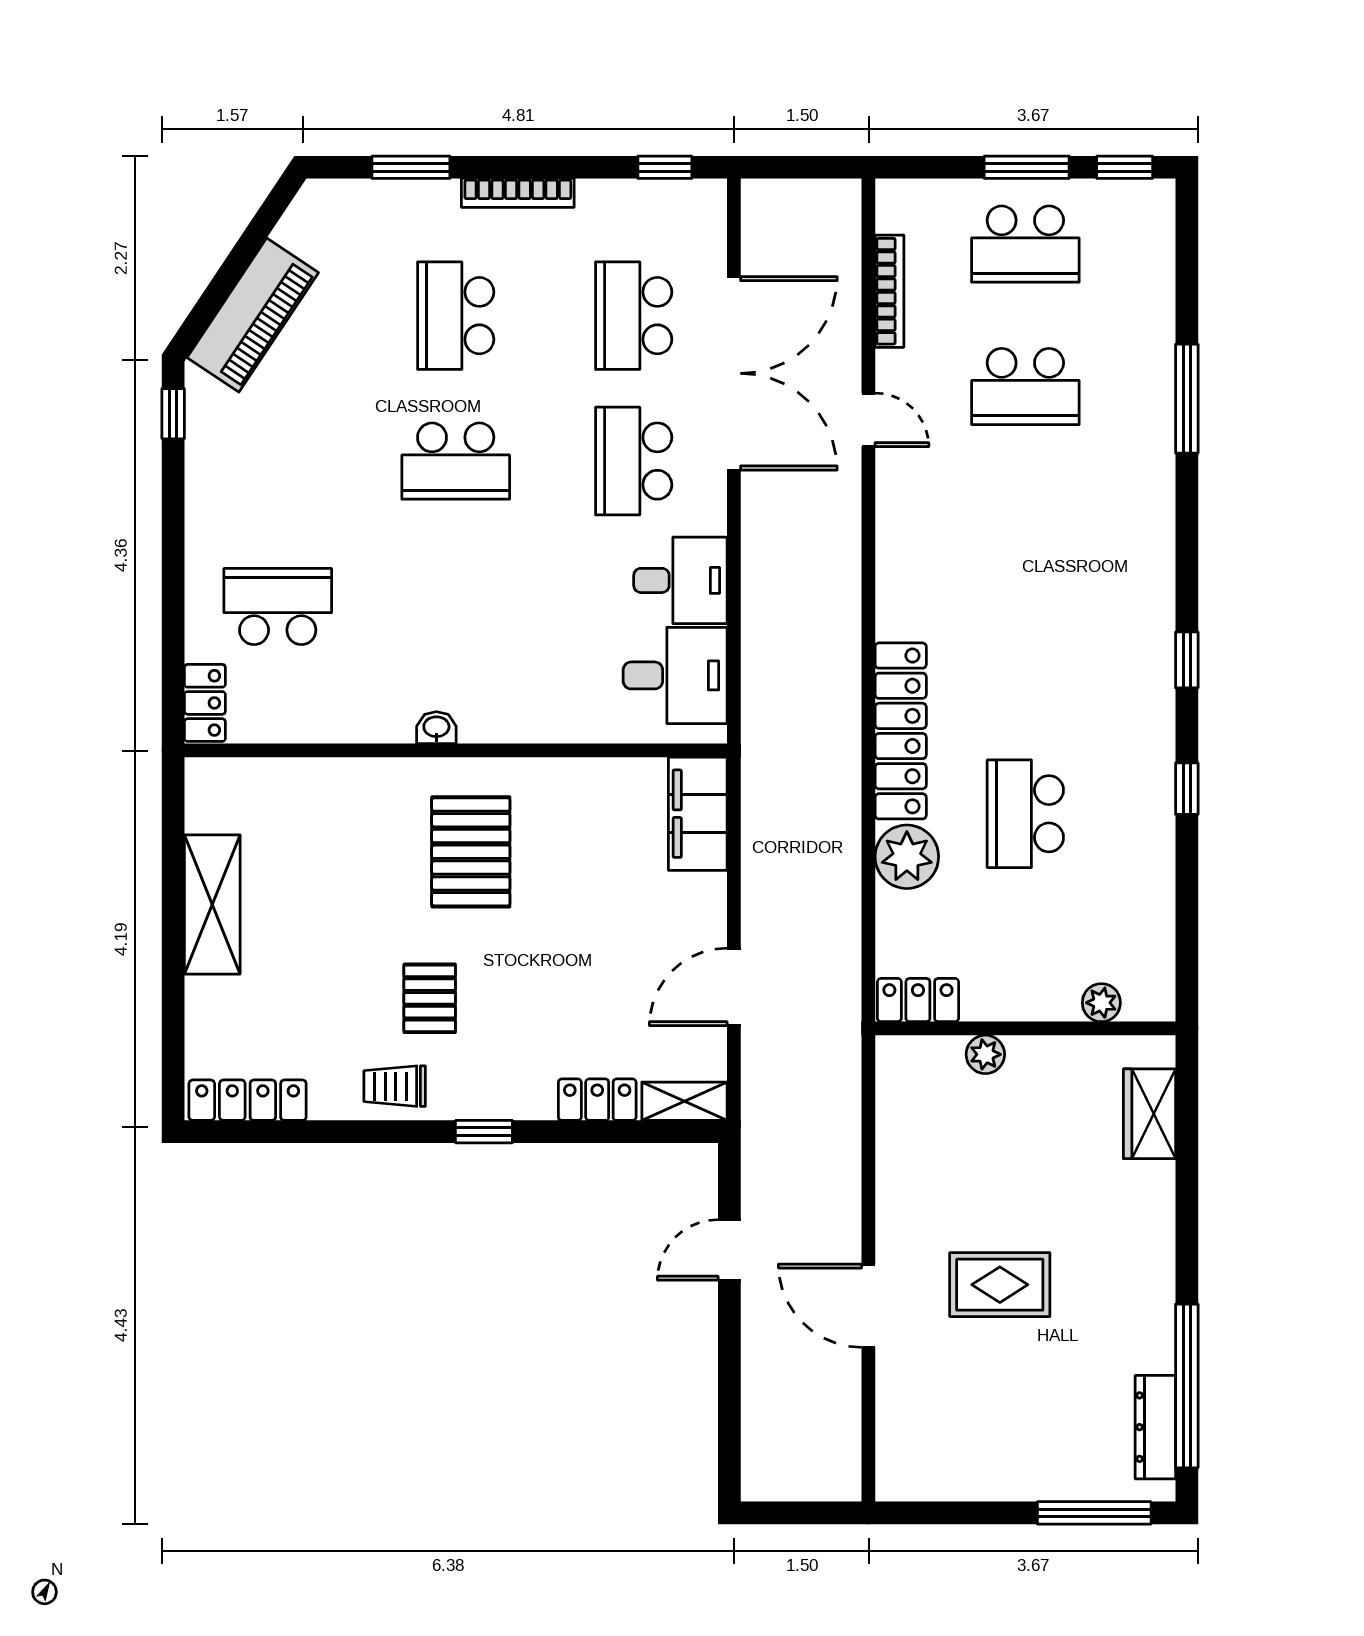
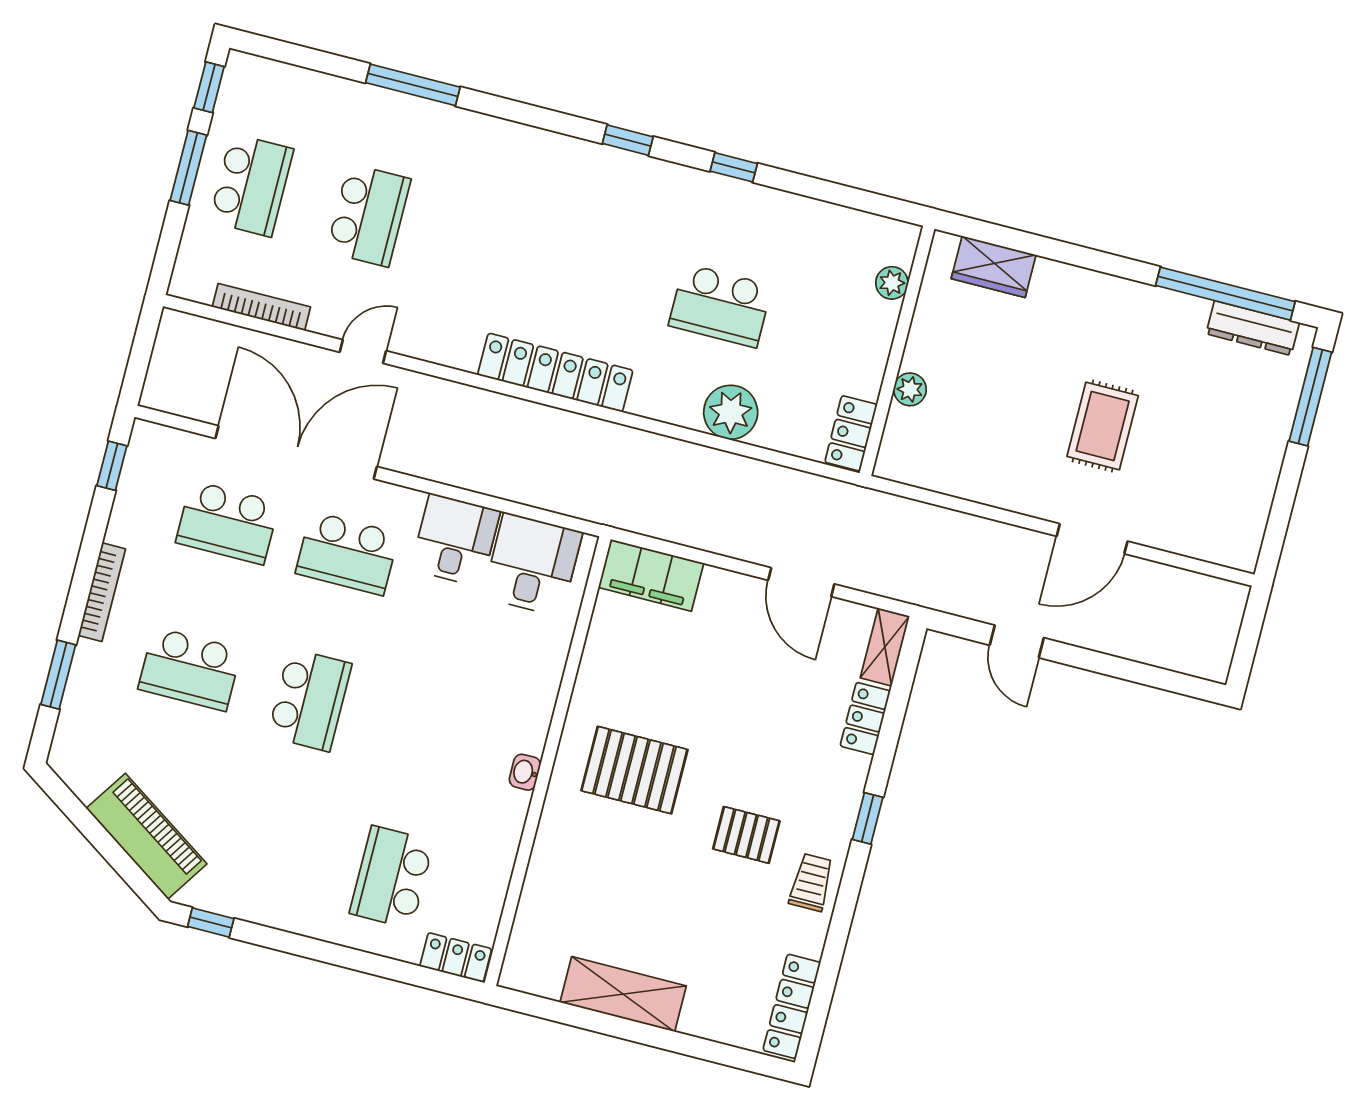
locker: (901, 731) -> (555, 373), moved
trolley: (395, 1086) -> (811, 882), turned 180

